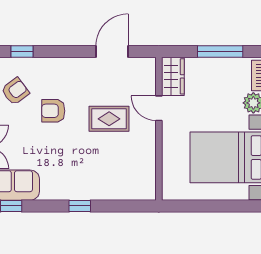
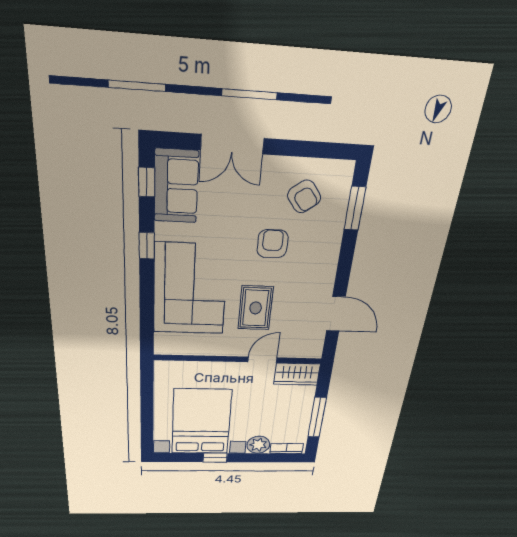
window: (22, 51) -> (355, 208), width x1.50
corner sofa: (95, 172) -> (190, 290), added
window: (80, 206) -> (147, 246), moved

